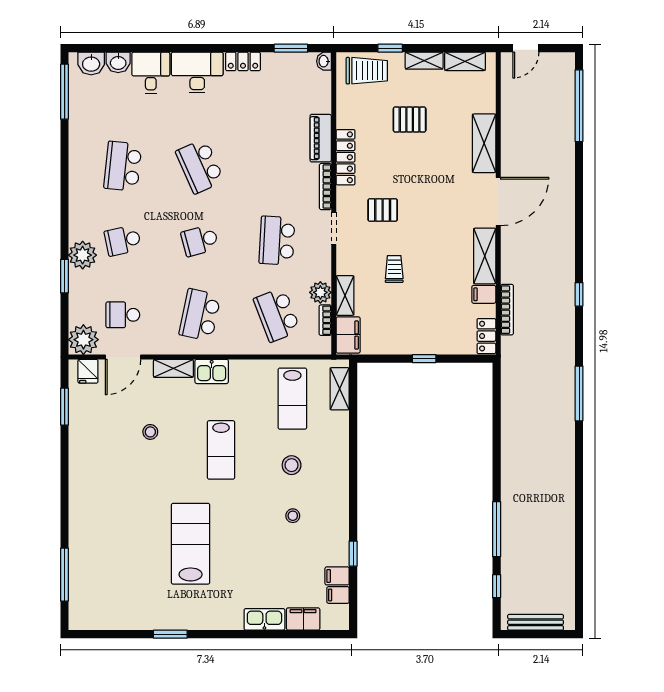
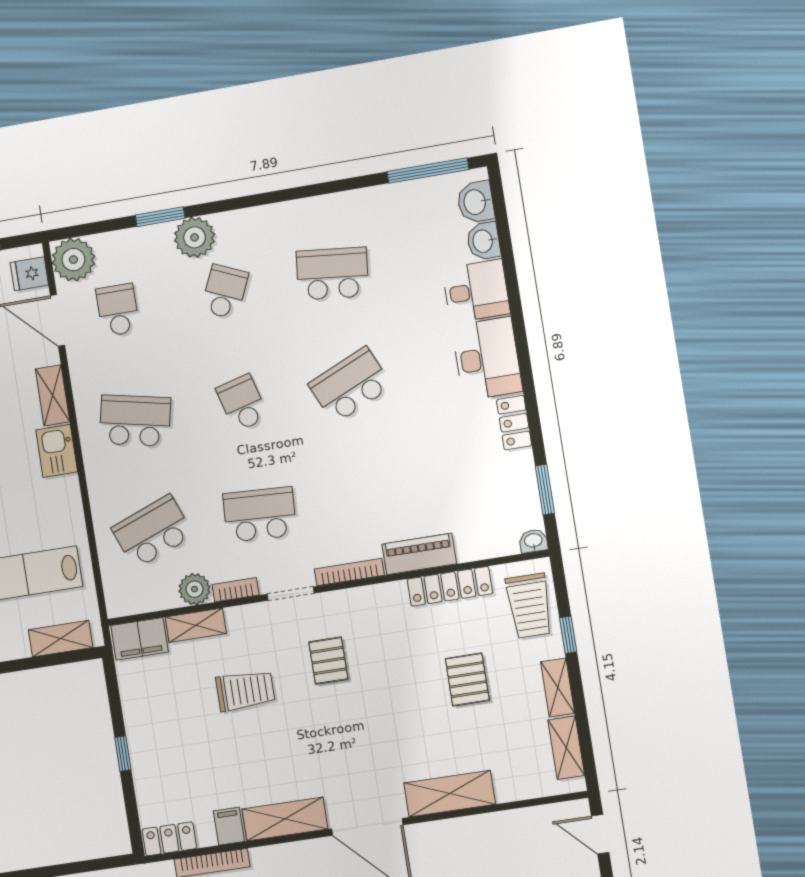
locker: (345, 157) -> (450, 586), moved
school desk: (123, 241) -> (225, 292), turned 36
trolley: (394, 269) -> (245, 691), width x1.36, depth x1.39
bookcase: (325, 320) -> (236, 590), moved

